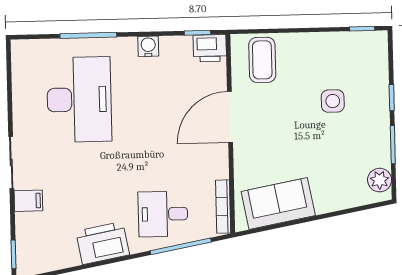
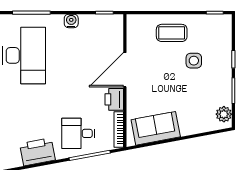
printer: (210, 48) -> (114, 99), moved, turned 90
coffee table: (262, 60) -> (172, 33), moved, turned 90

